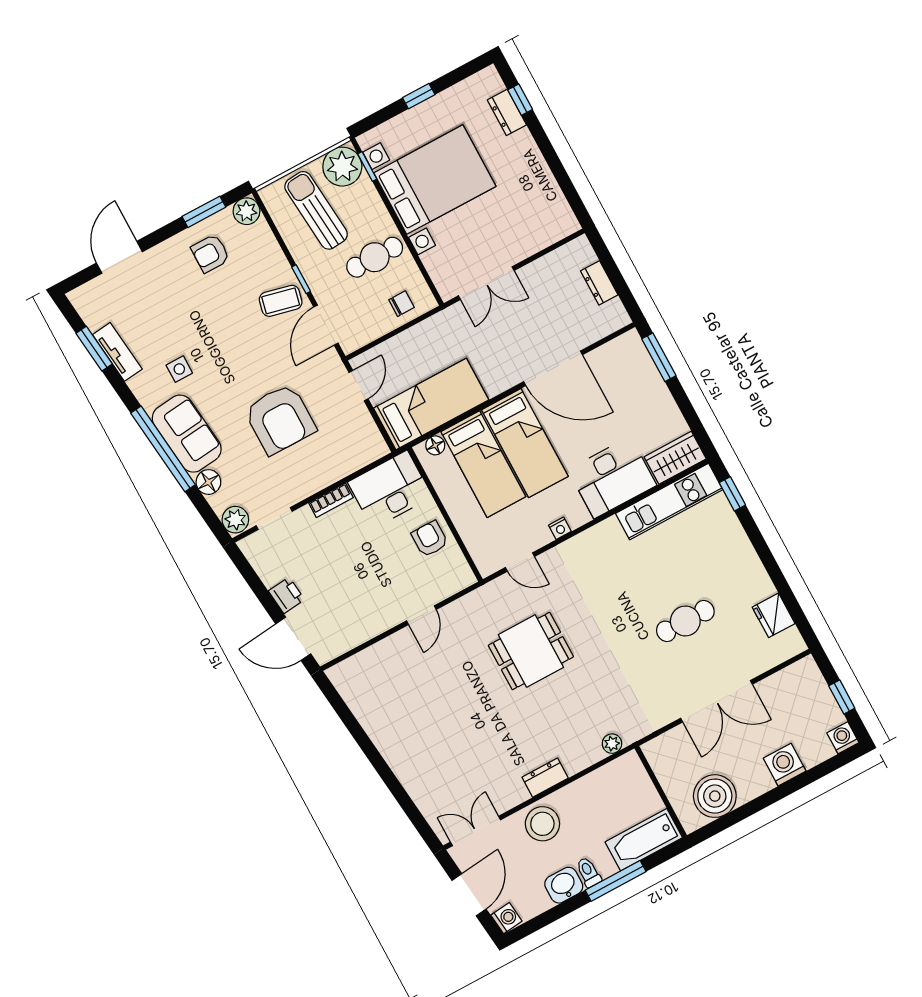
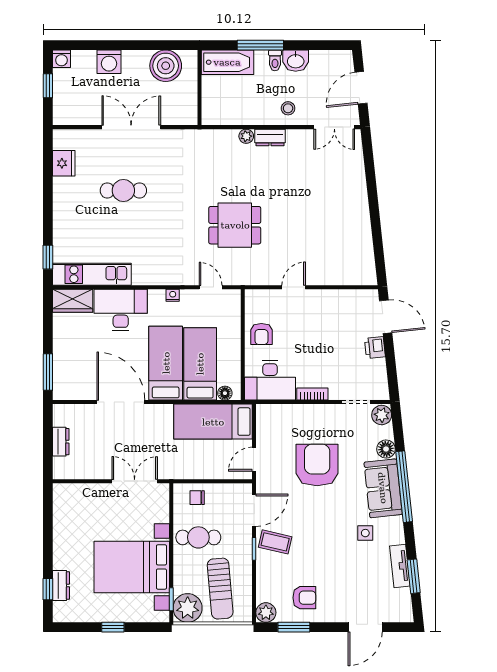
plant: (612, 744) -> (246, 136), moved
stool: (542, 824) -> (288, 108), width x0.53, depth x0.53
washing machine: (506, 918) -> (345, 59), removed

